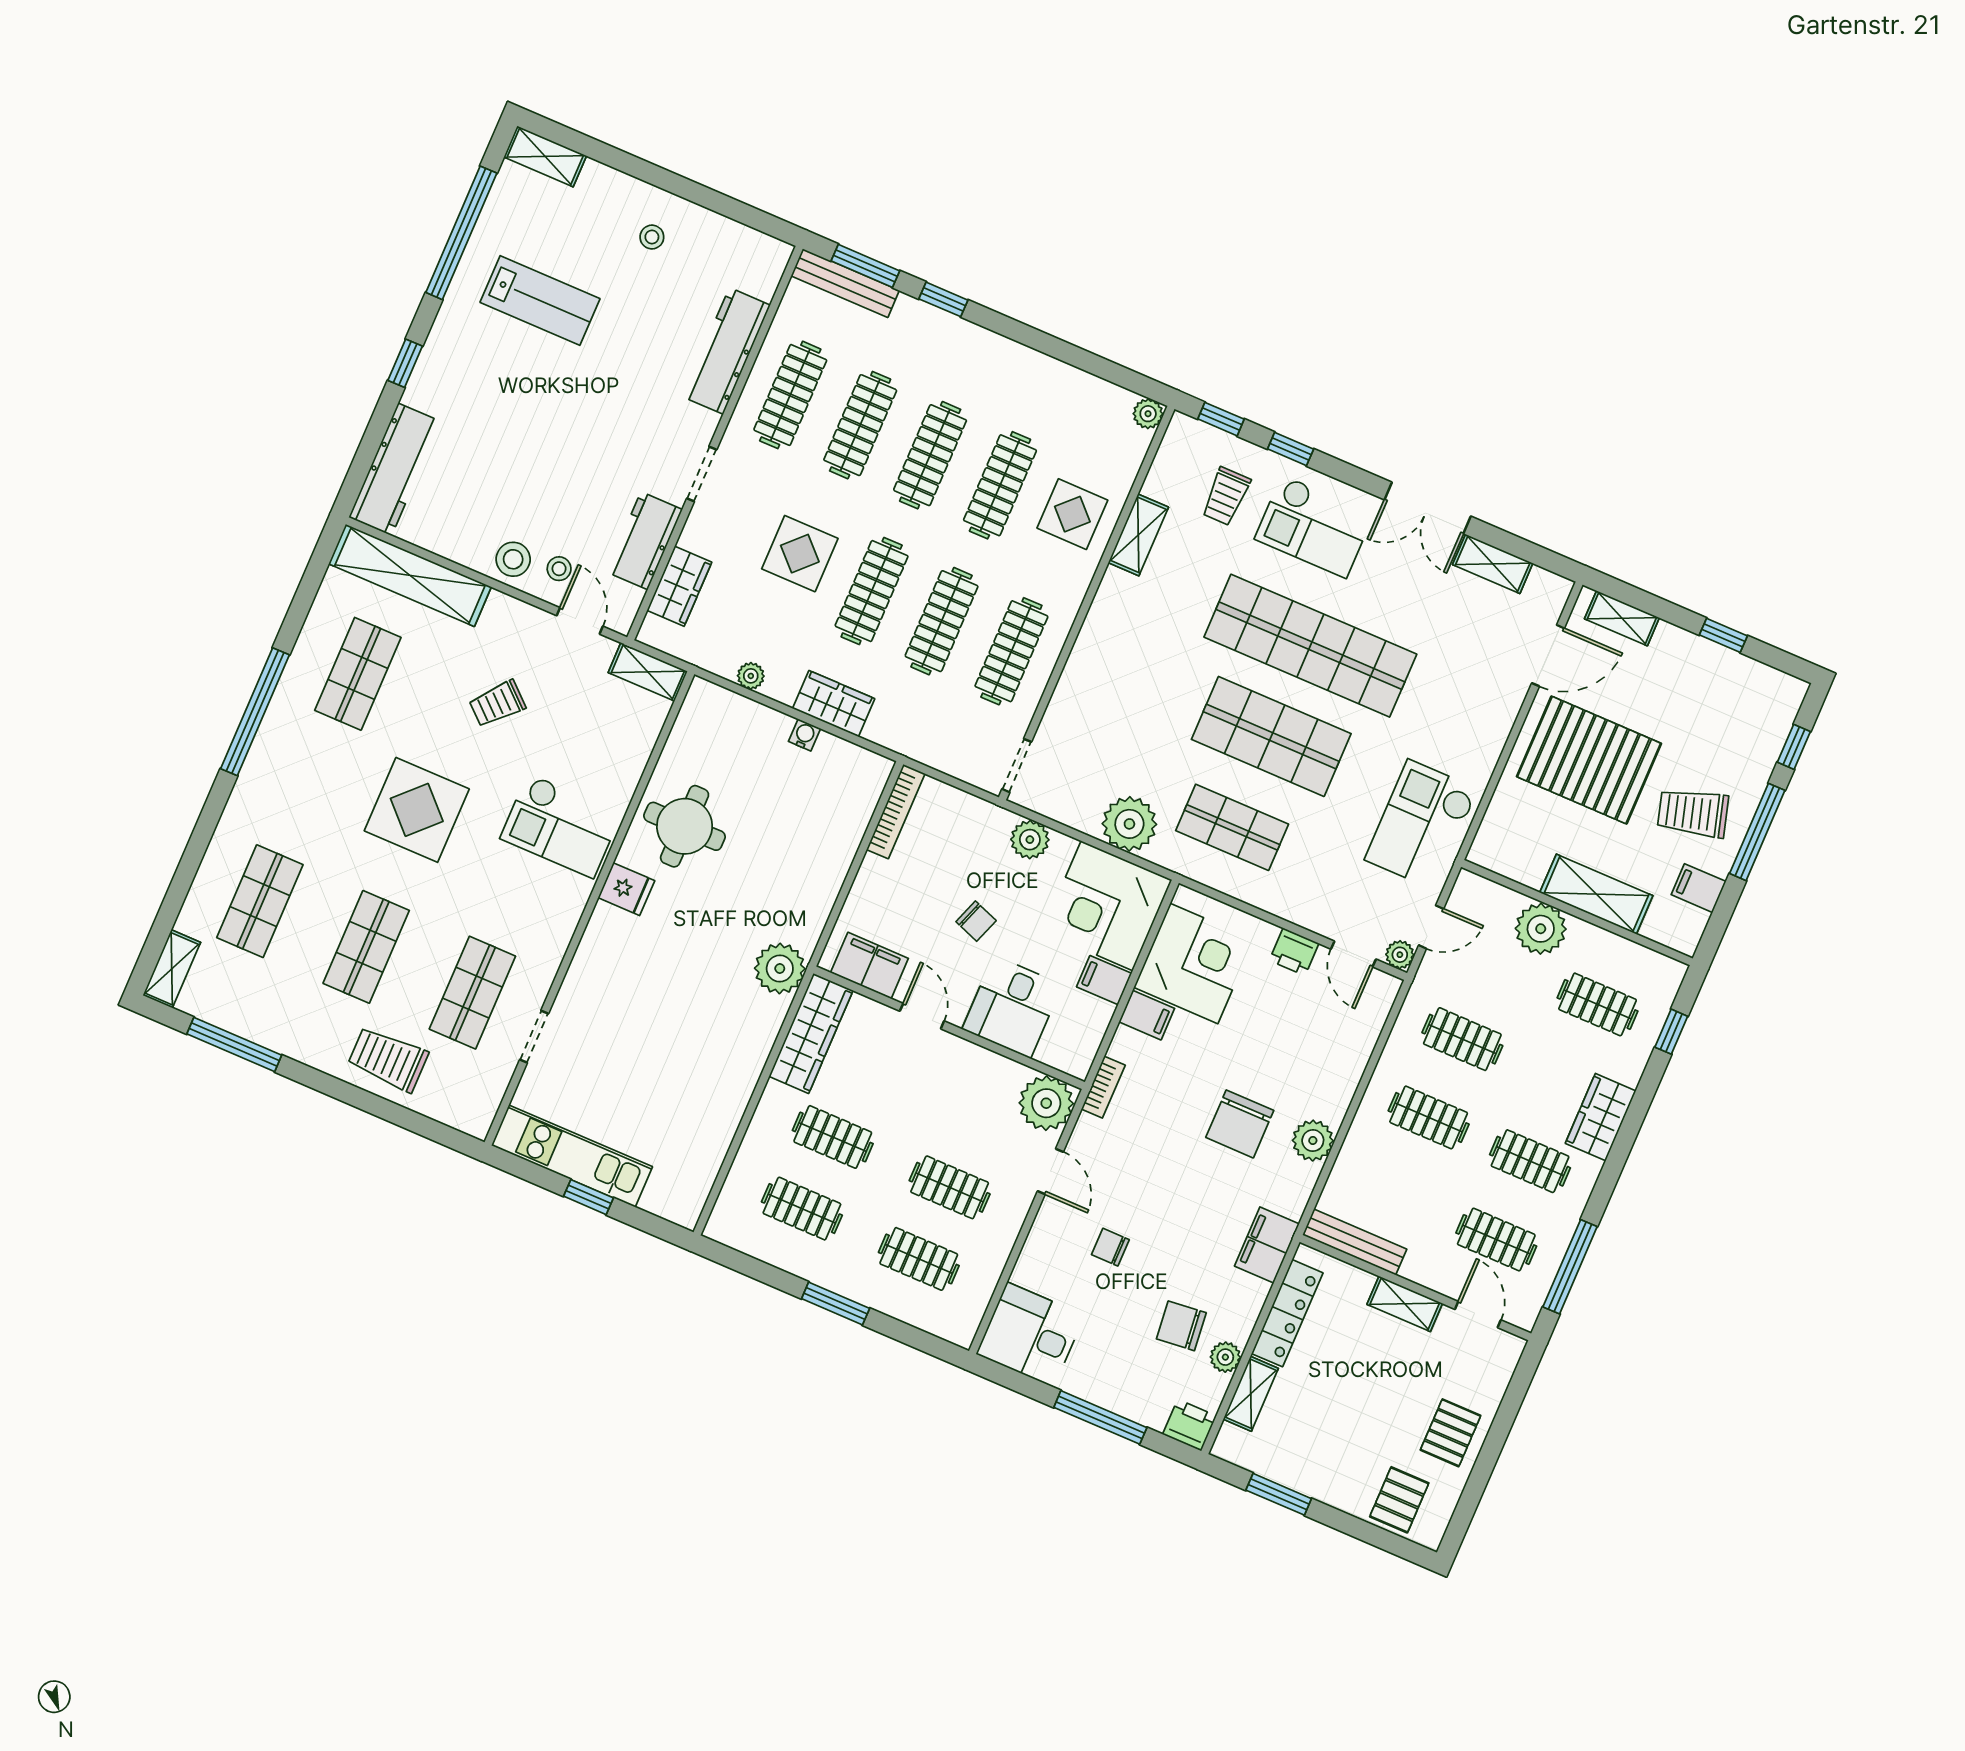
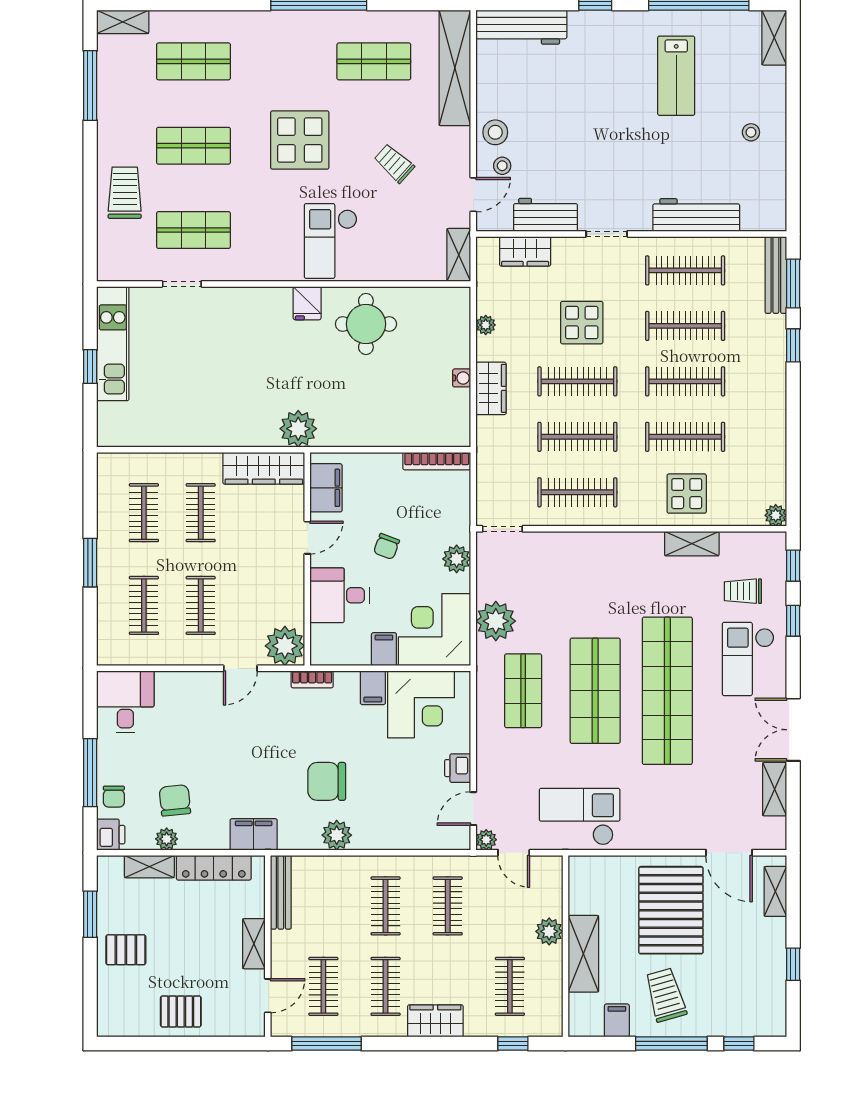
plant: (1541, 929) -> (549, 931), width x0.73, depth x0.73
chair: (1110, 1247) -> (114, 797), moved, turned 180
pallet: (1399, 1500) -> (126, 950), moved

